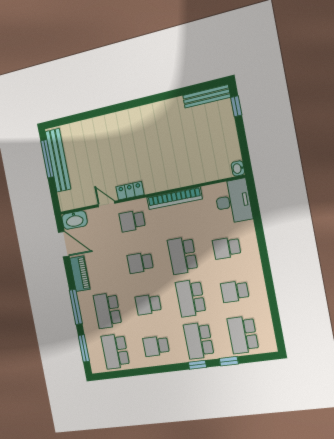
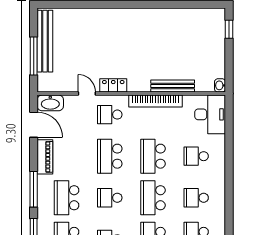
bench: (206, 96) -> (173, 86), moved
window: (47, 159) -> (34, 56), moved
school desk: (140, 263) -> (110, 156), width x1.85

